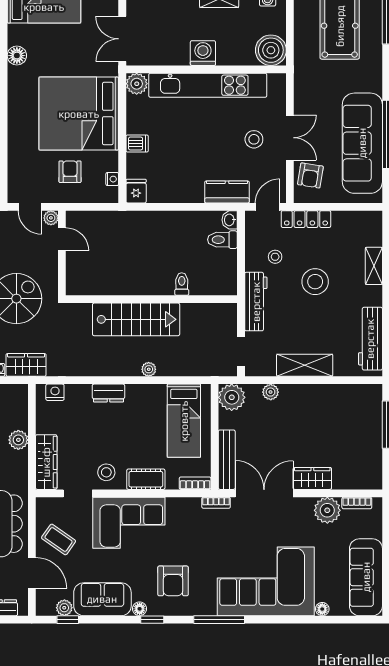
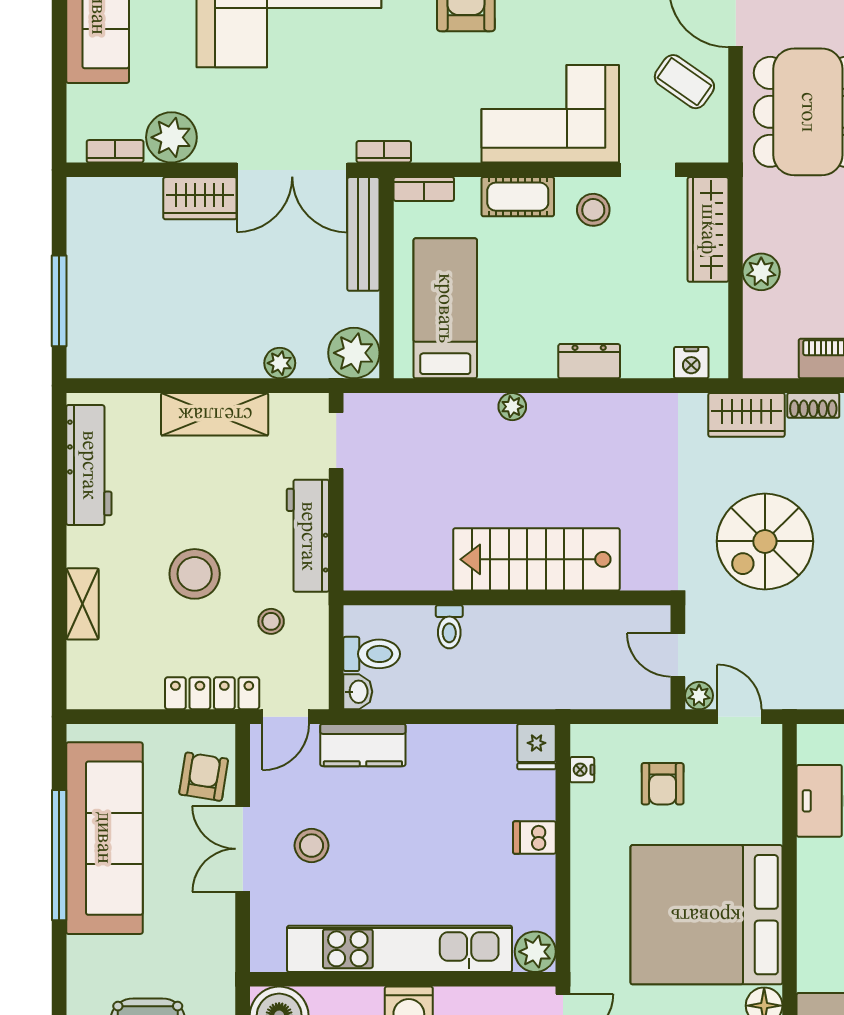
bed: (79, 114) -> (706, 915), moved, turned 180
toilet: (182, 284) -> (449, 627), moved
wall: (151, 299) -> (507, 598), moved
stairs: (136, 319) -> (536, 559), moved

